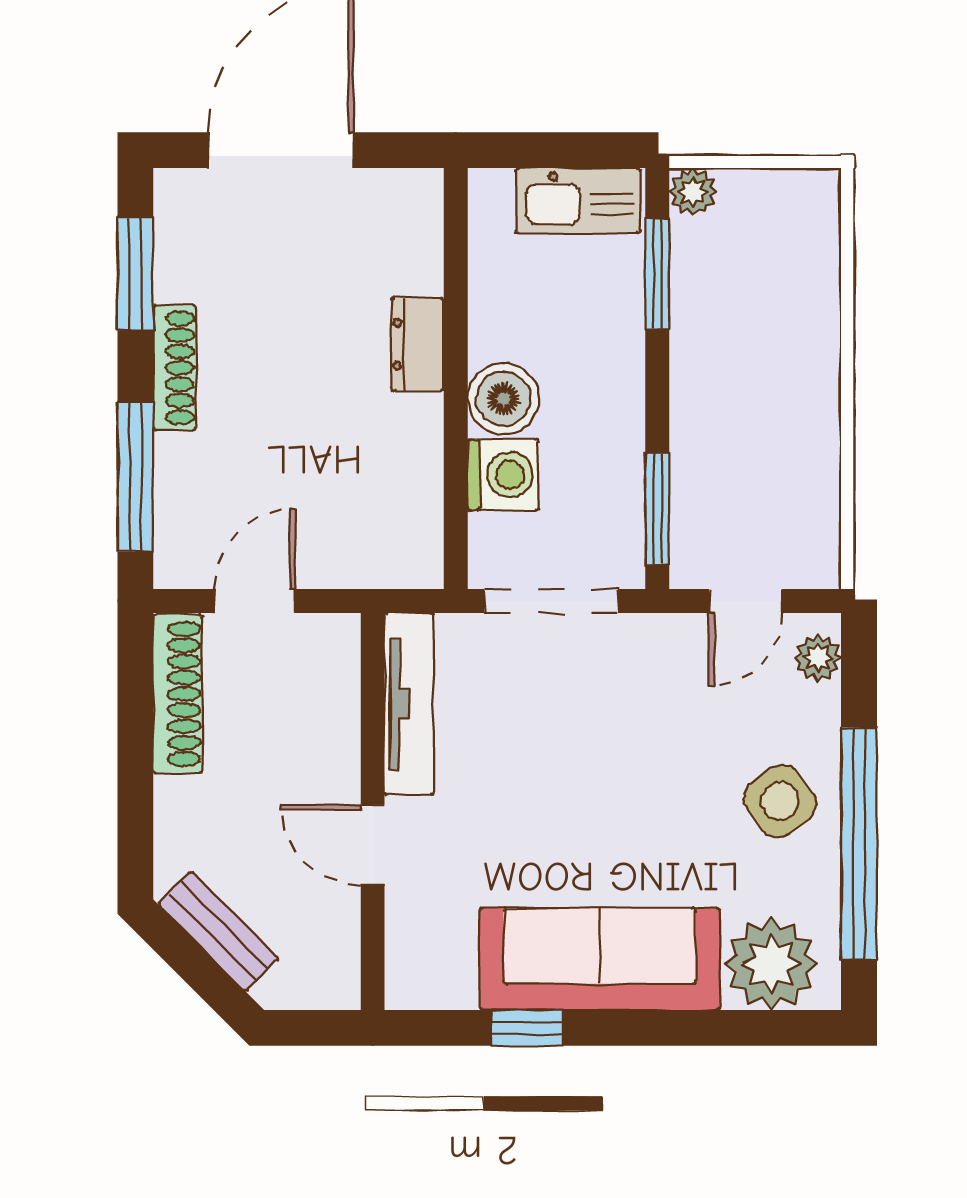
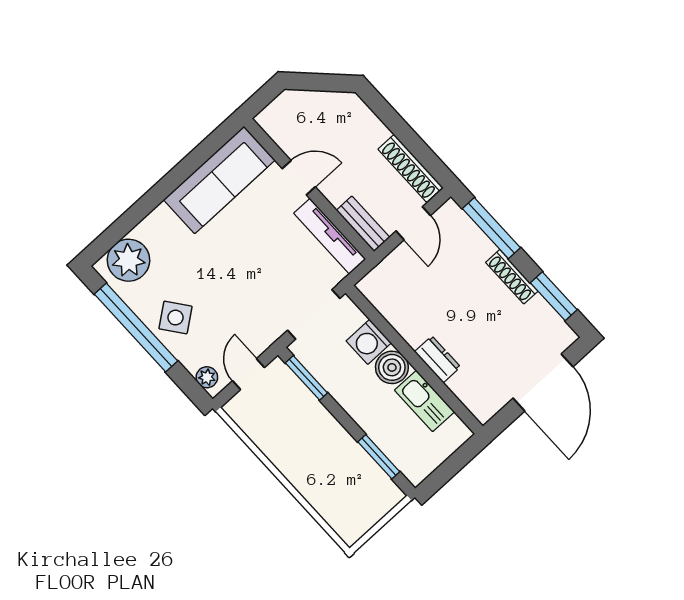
plant: (693, 192) -> (392, 495), removed
kitchen sink: (578, 201) -> (425, 401), moved, turned -90
bench: (219, 931) -> (363, 224), moved, turned 45
sofa: (600, 959) -> (219, 180), moved
window: (527, 1028) -> (191, 164), removed

